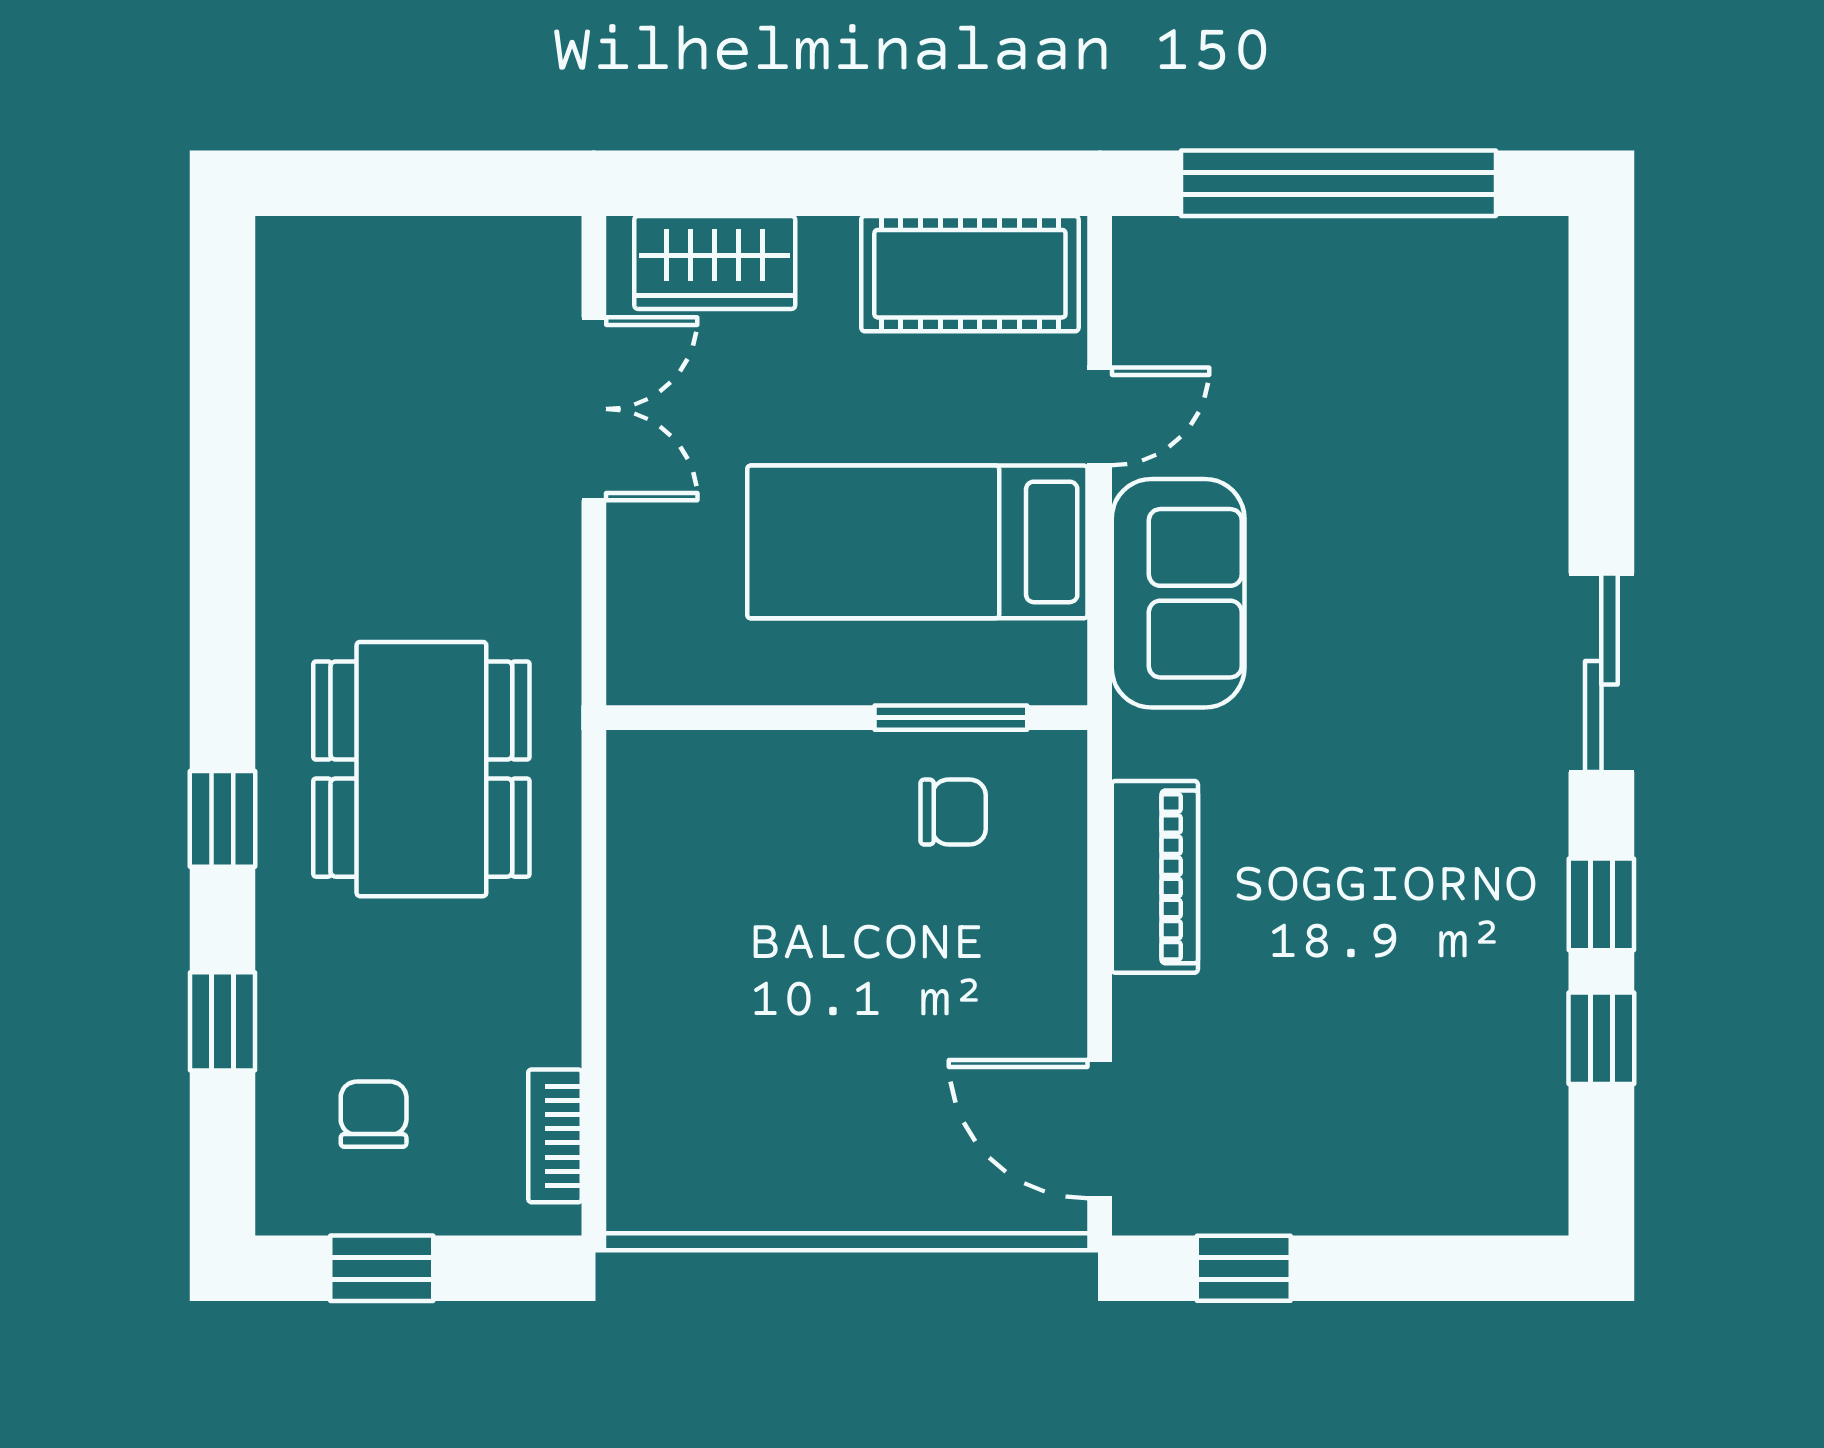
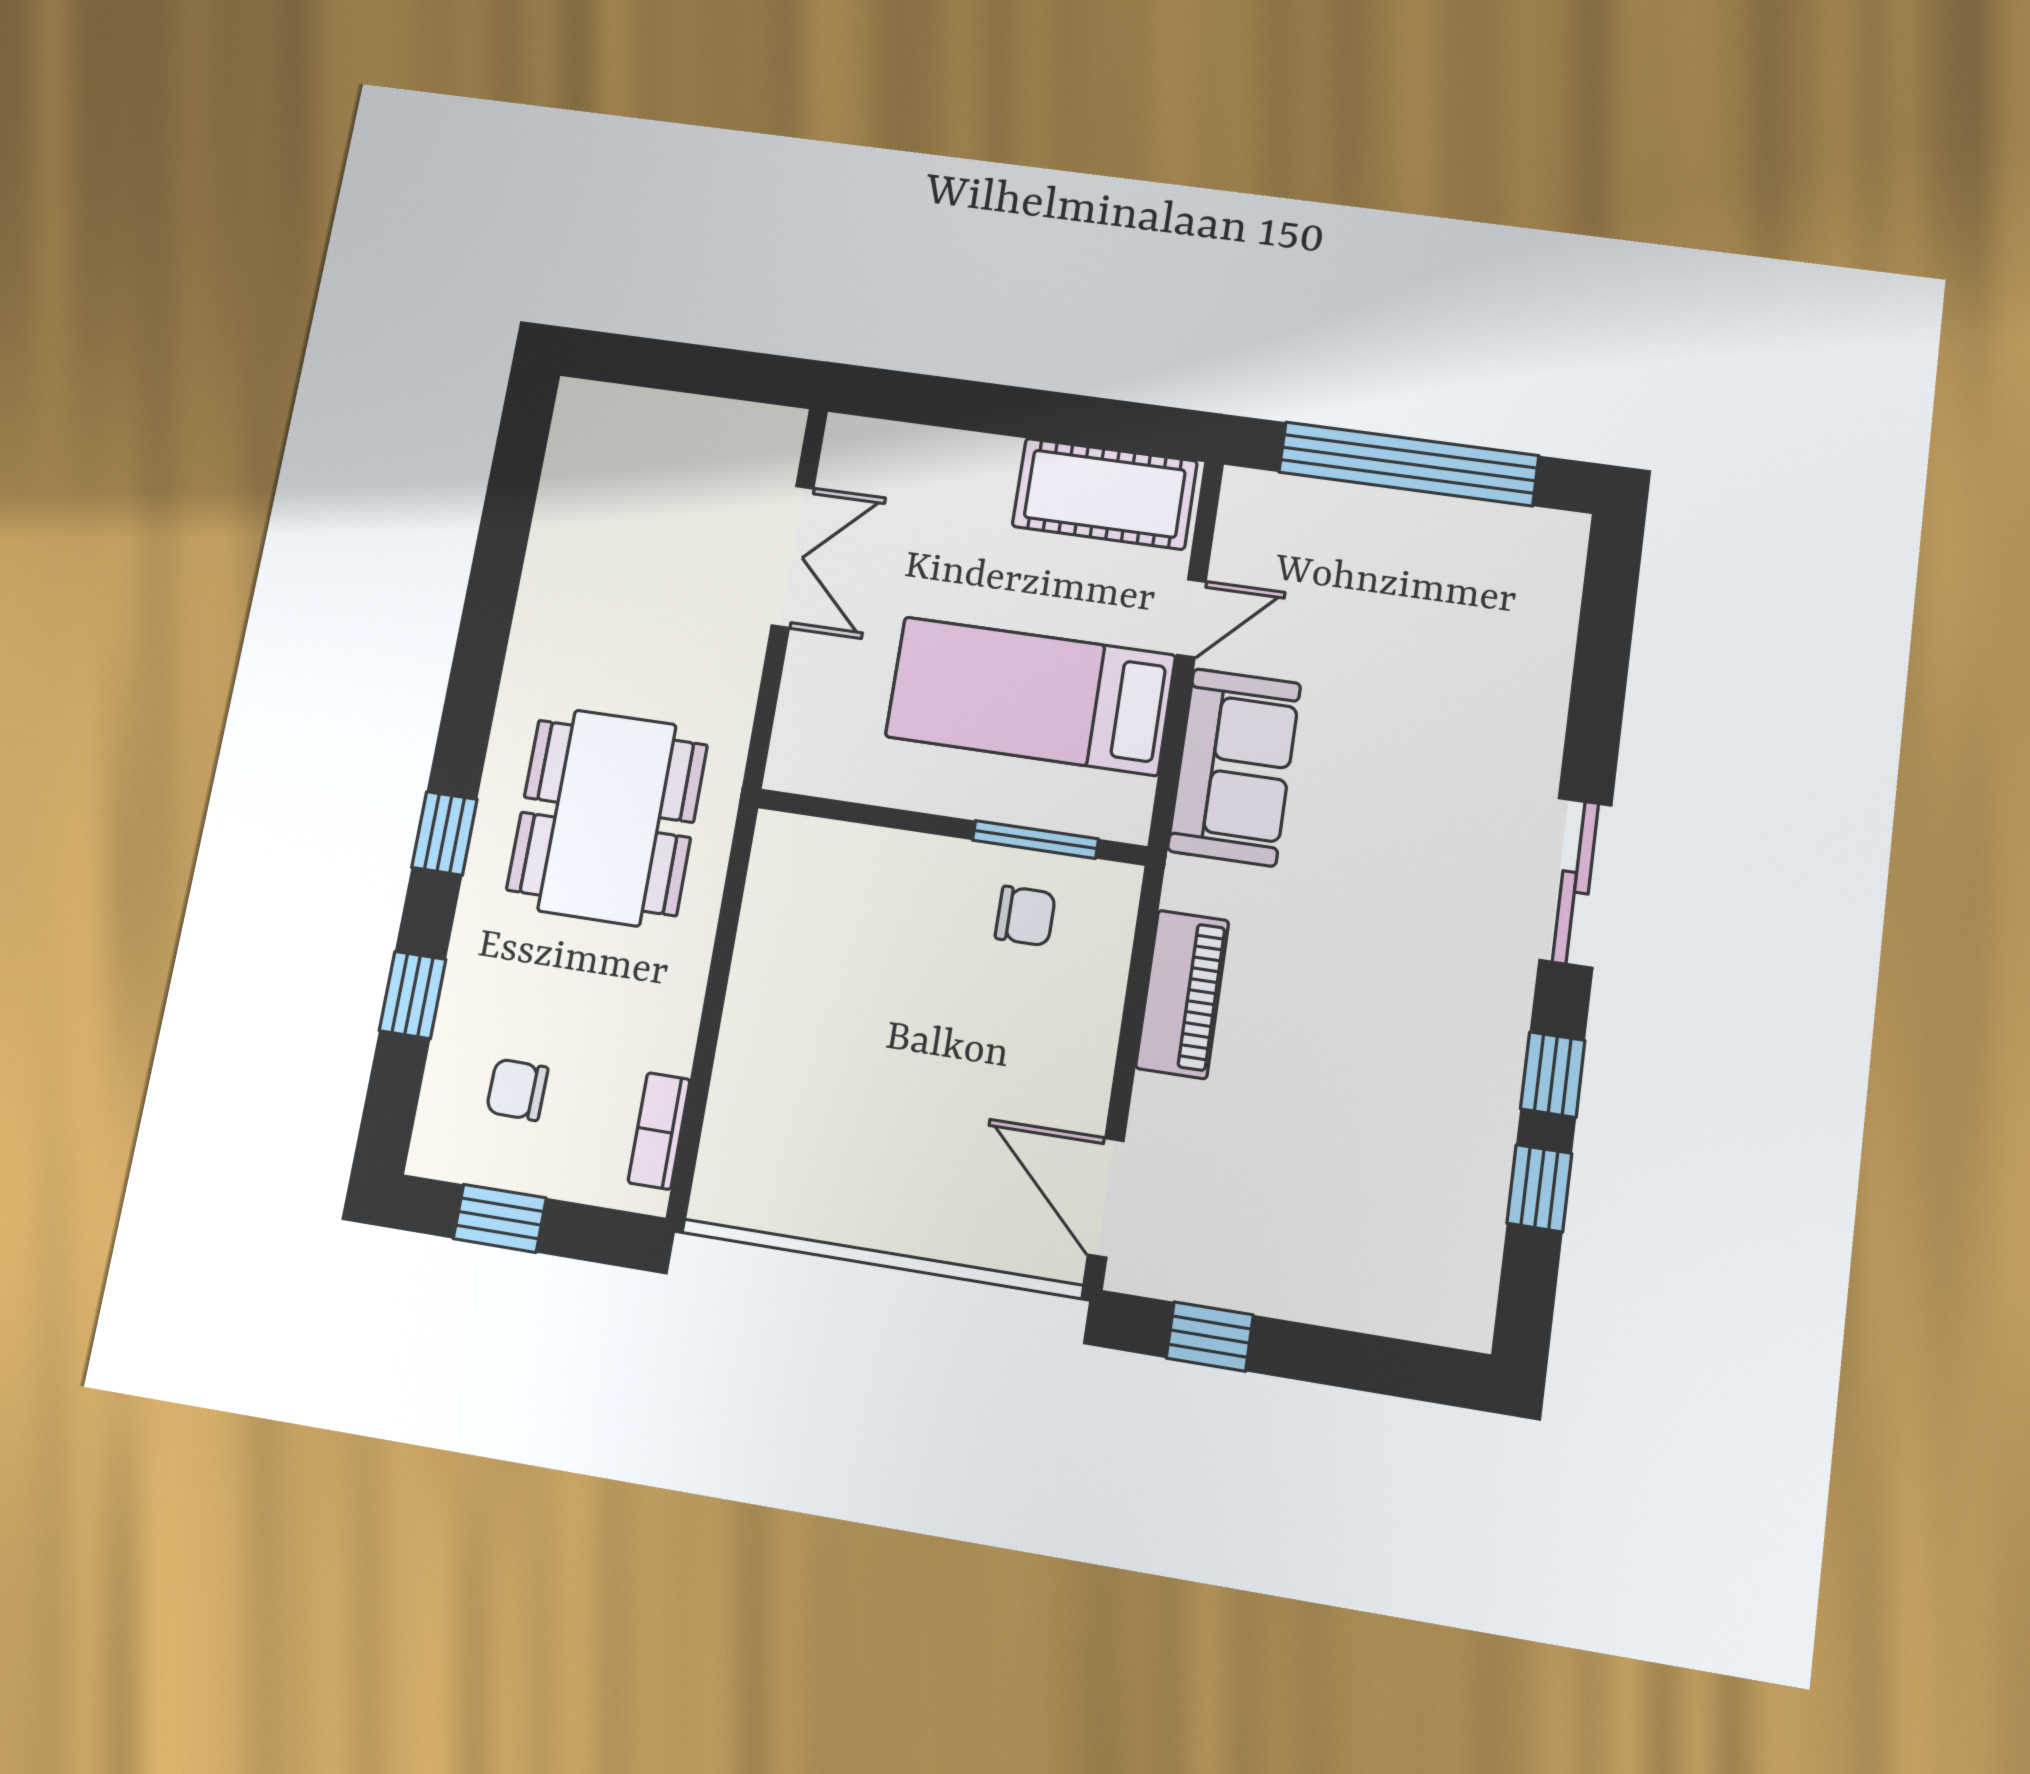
wardrobe: (715, 262) -> (906, 458), removed
chair: (374, 1114) -> (517, 1090), turned -89

